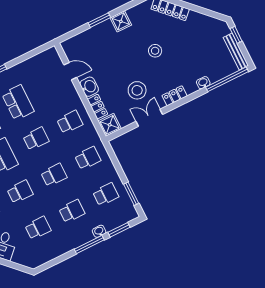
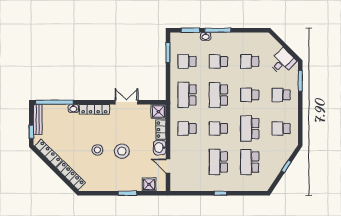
shower: (121, 21) -> (149, 184), moved
locker: (206, 21) -> (48, 153), added
stool: (137, 90) -> (122, 151), moved
locker: (175, 96) -> (94, 109), width x1.53
double door: (149, 118) -> (126, 102), swing flipped
school desk: (88, 158) -> (187, 95), width x1.85
school desk: (54, 175) -> (218, 95), width x1.85

